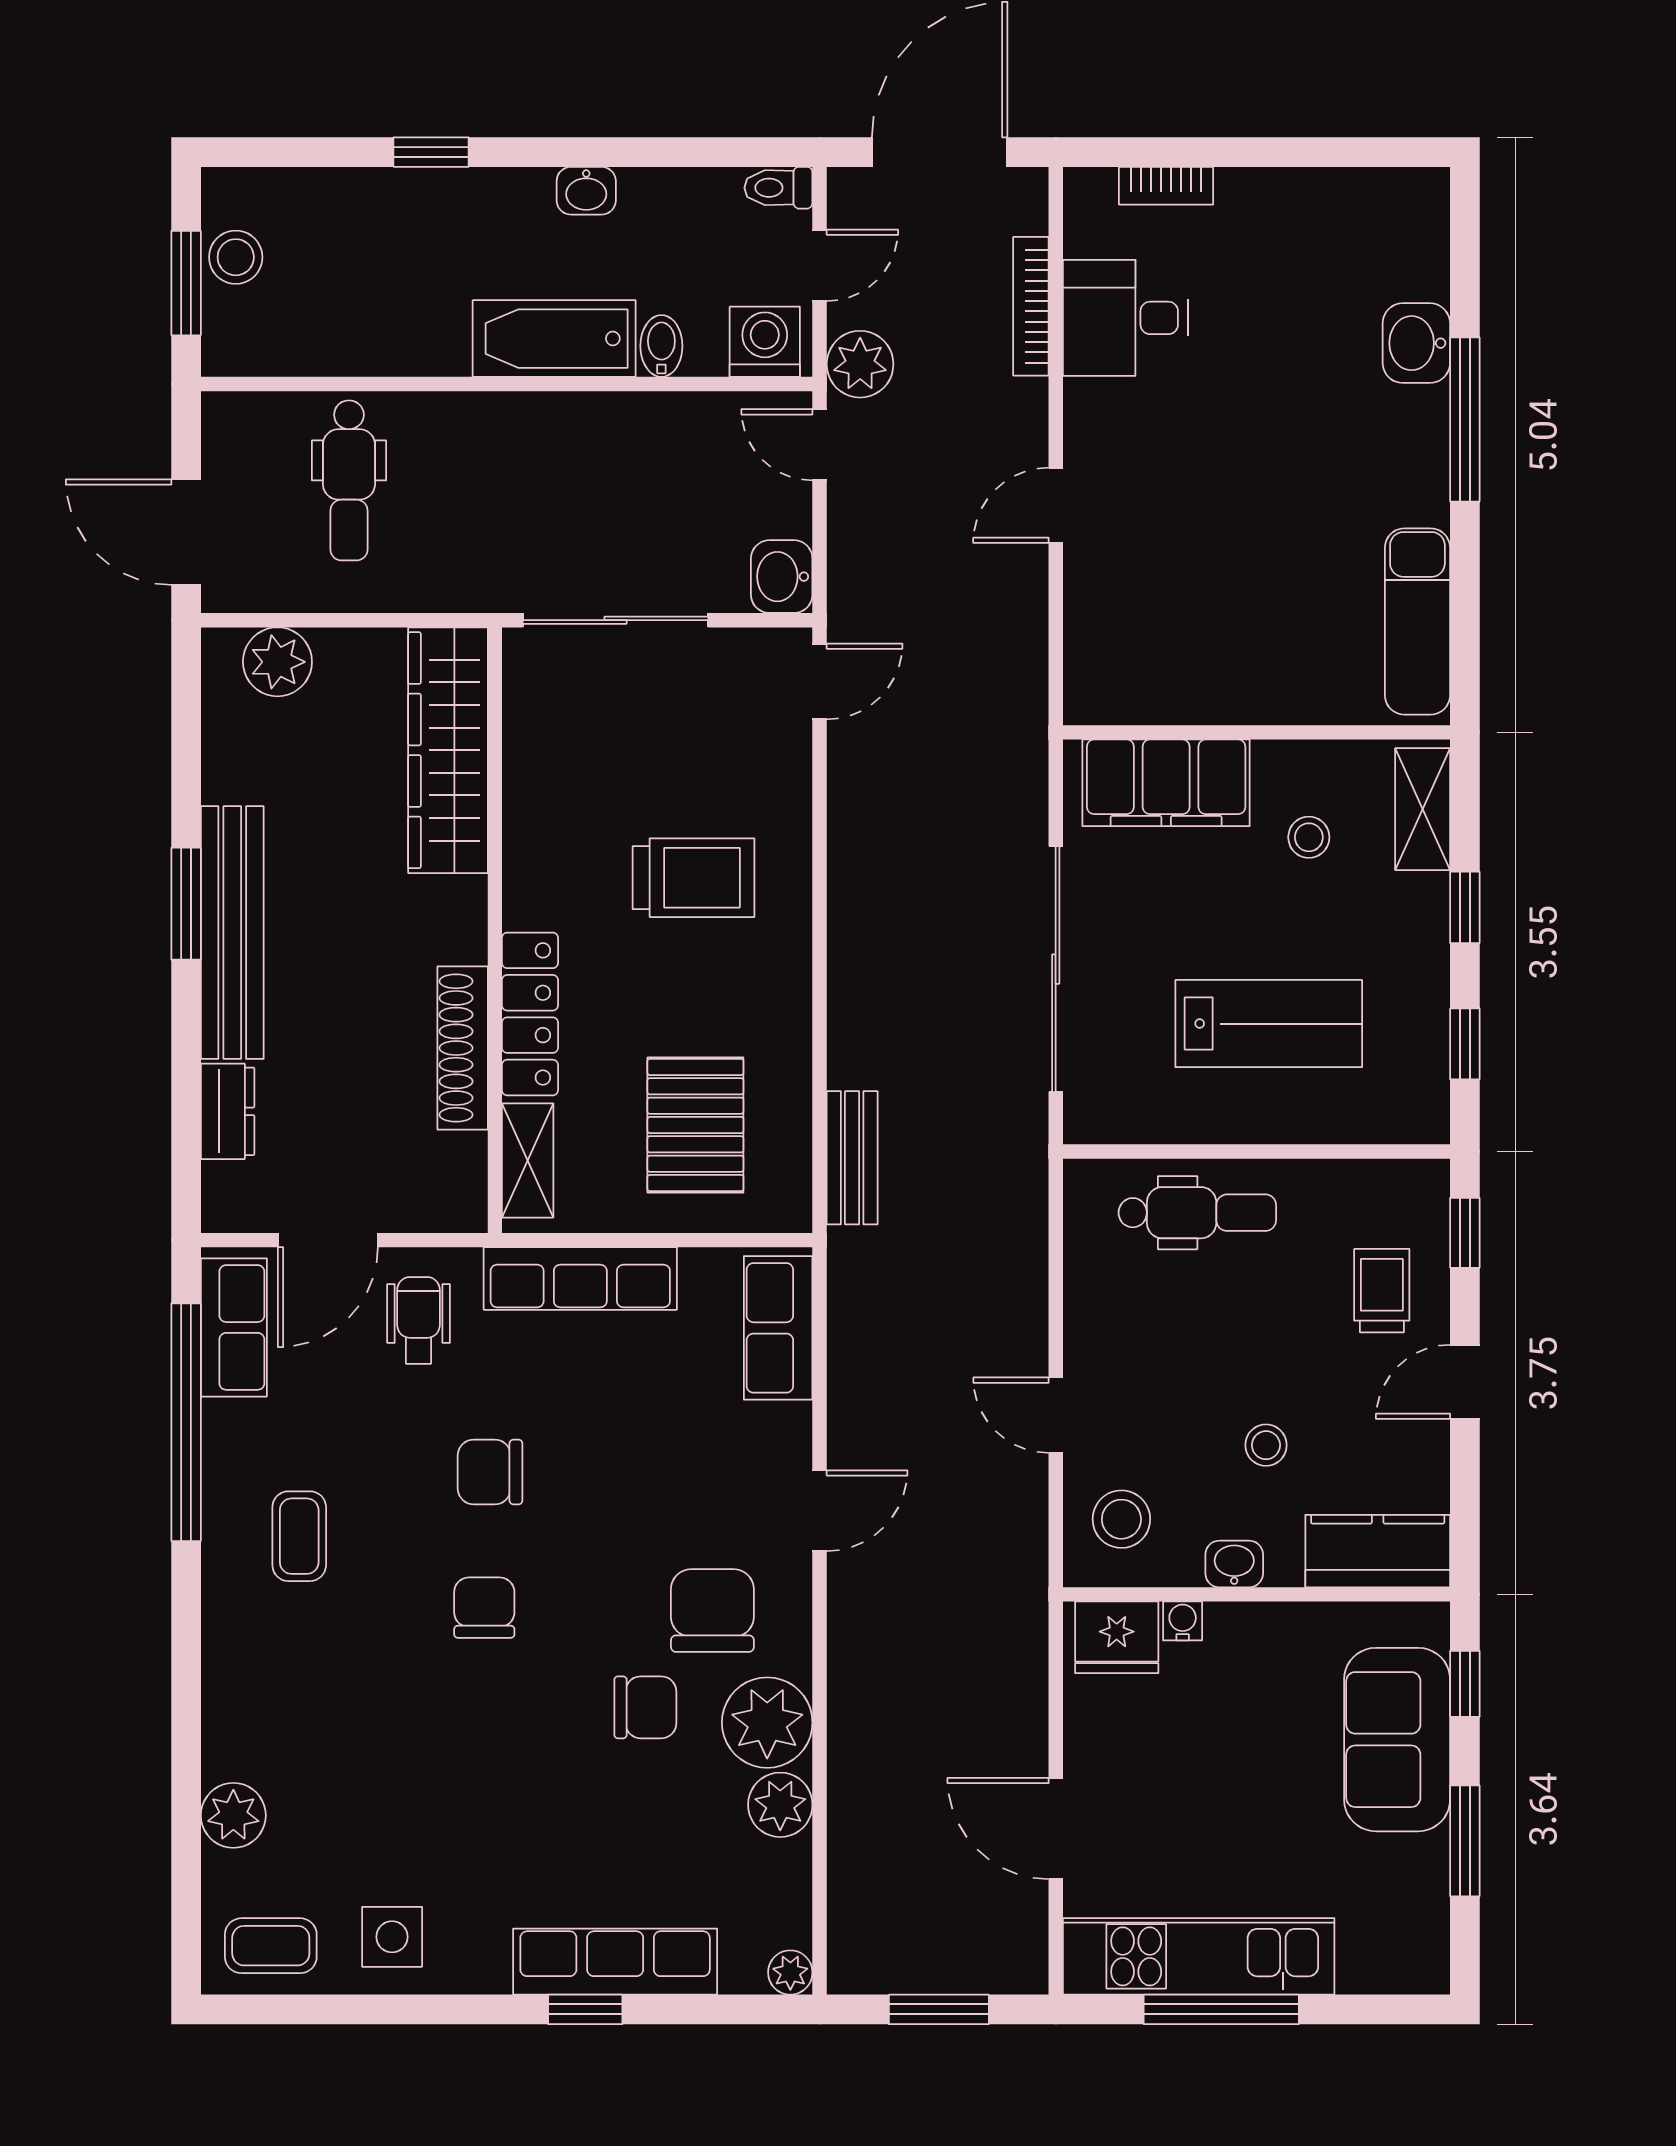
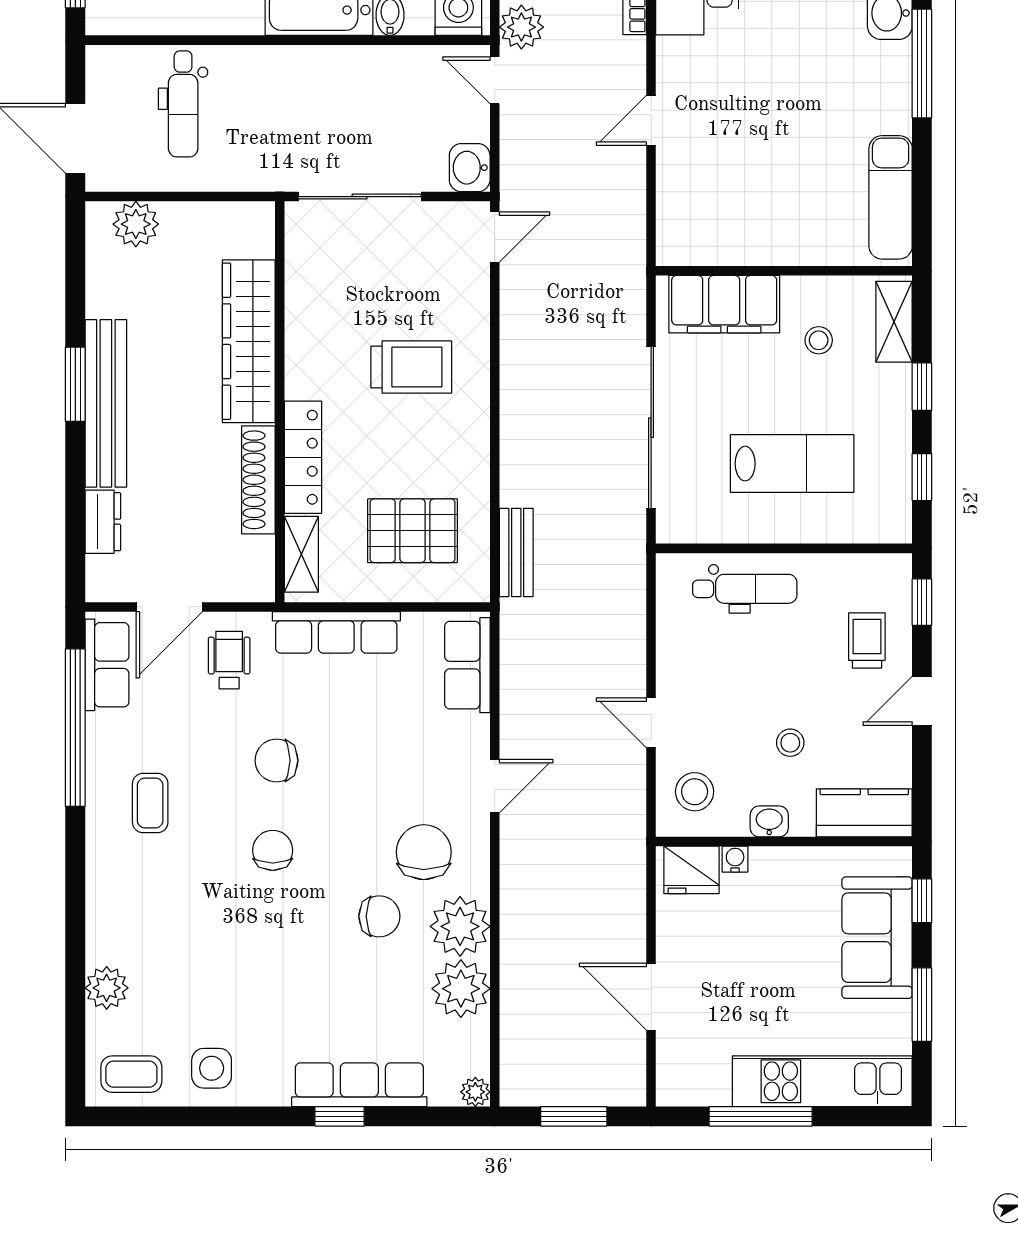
wardrobe: (448, 750) -> (249, 341), moved
pallet: (695, 1125) -> (413, 531), turned 90
plant: (780, 1805) -> (461, 989), width x1.36, depth x1.36
kitchen unit: (1199, 1956) -> (822, 1081), moved

